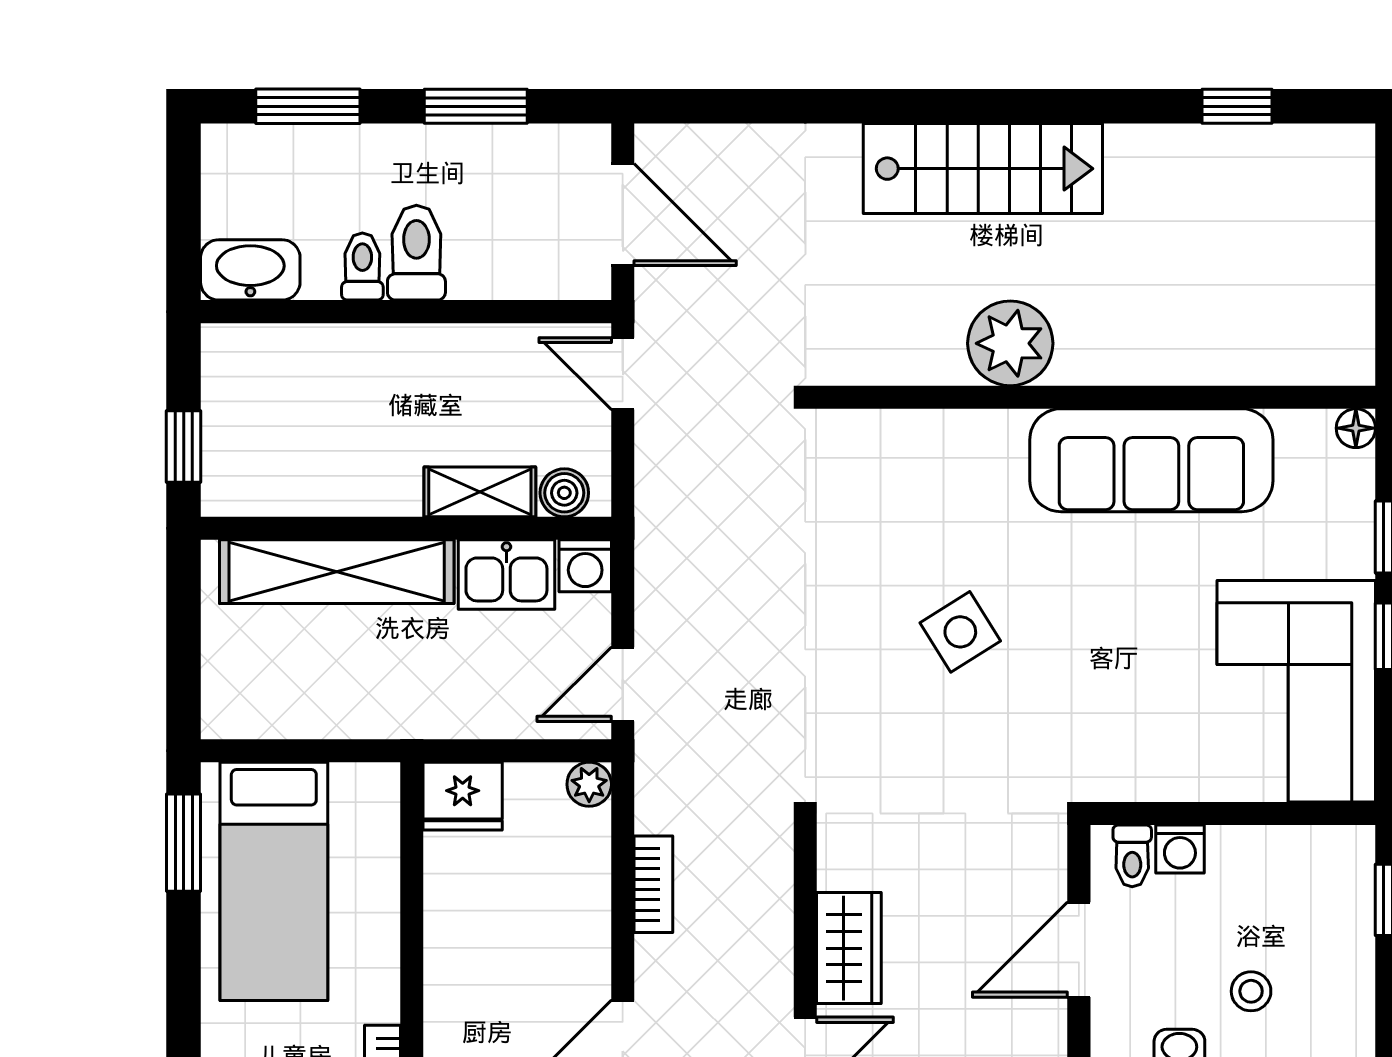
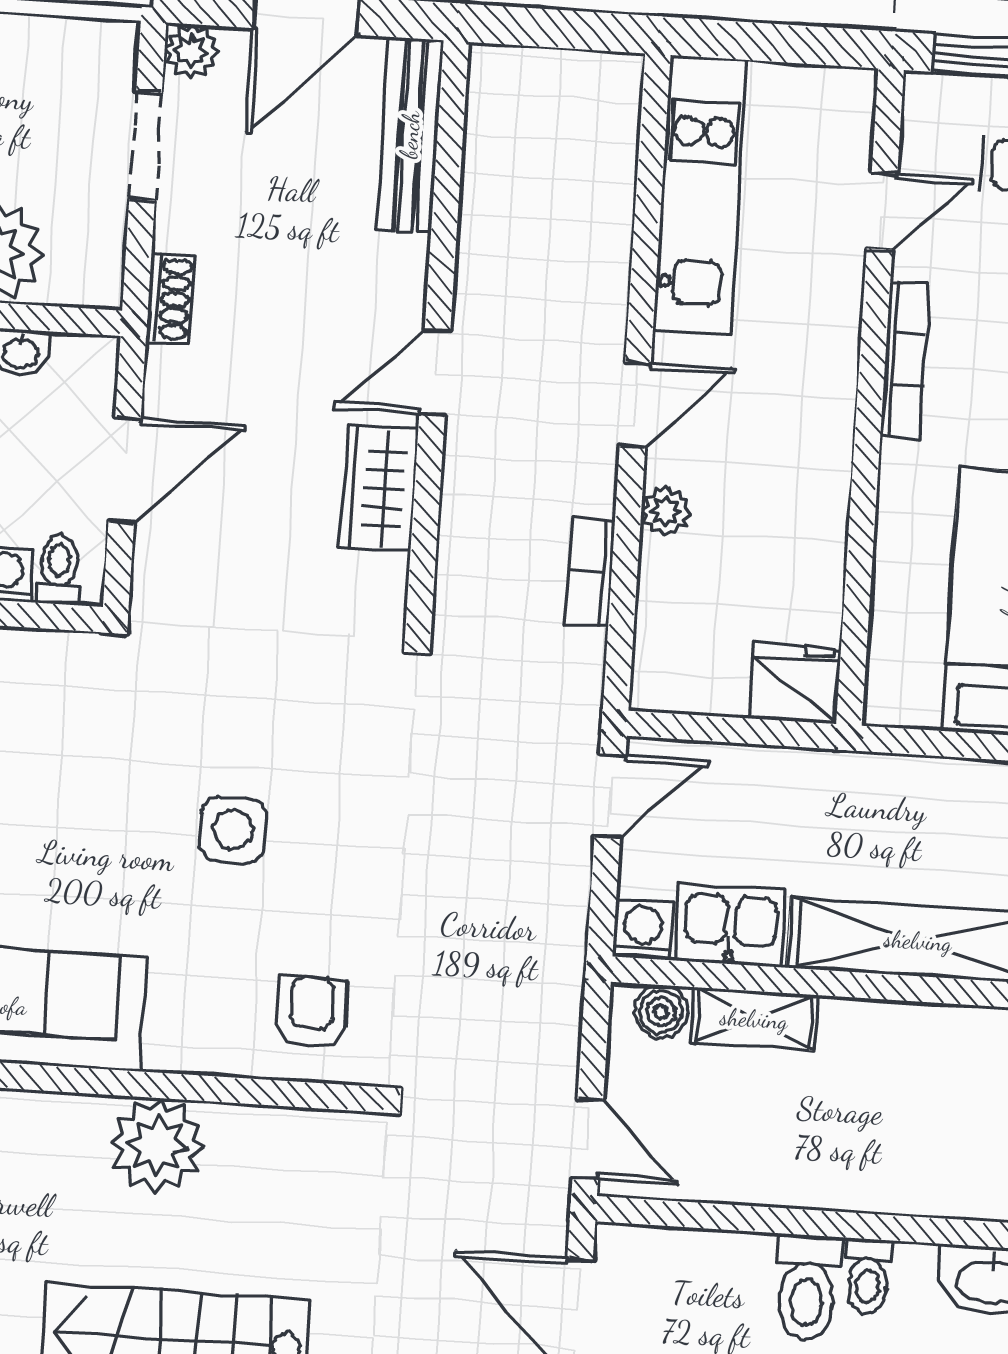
armchair: (879, 472) -> (312, 1012), added
side table: (960, 632) -> (233, 830), turned 32
plant: (589, 784) -> (666, 512), moved

